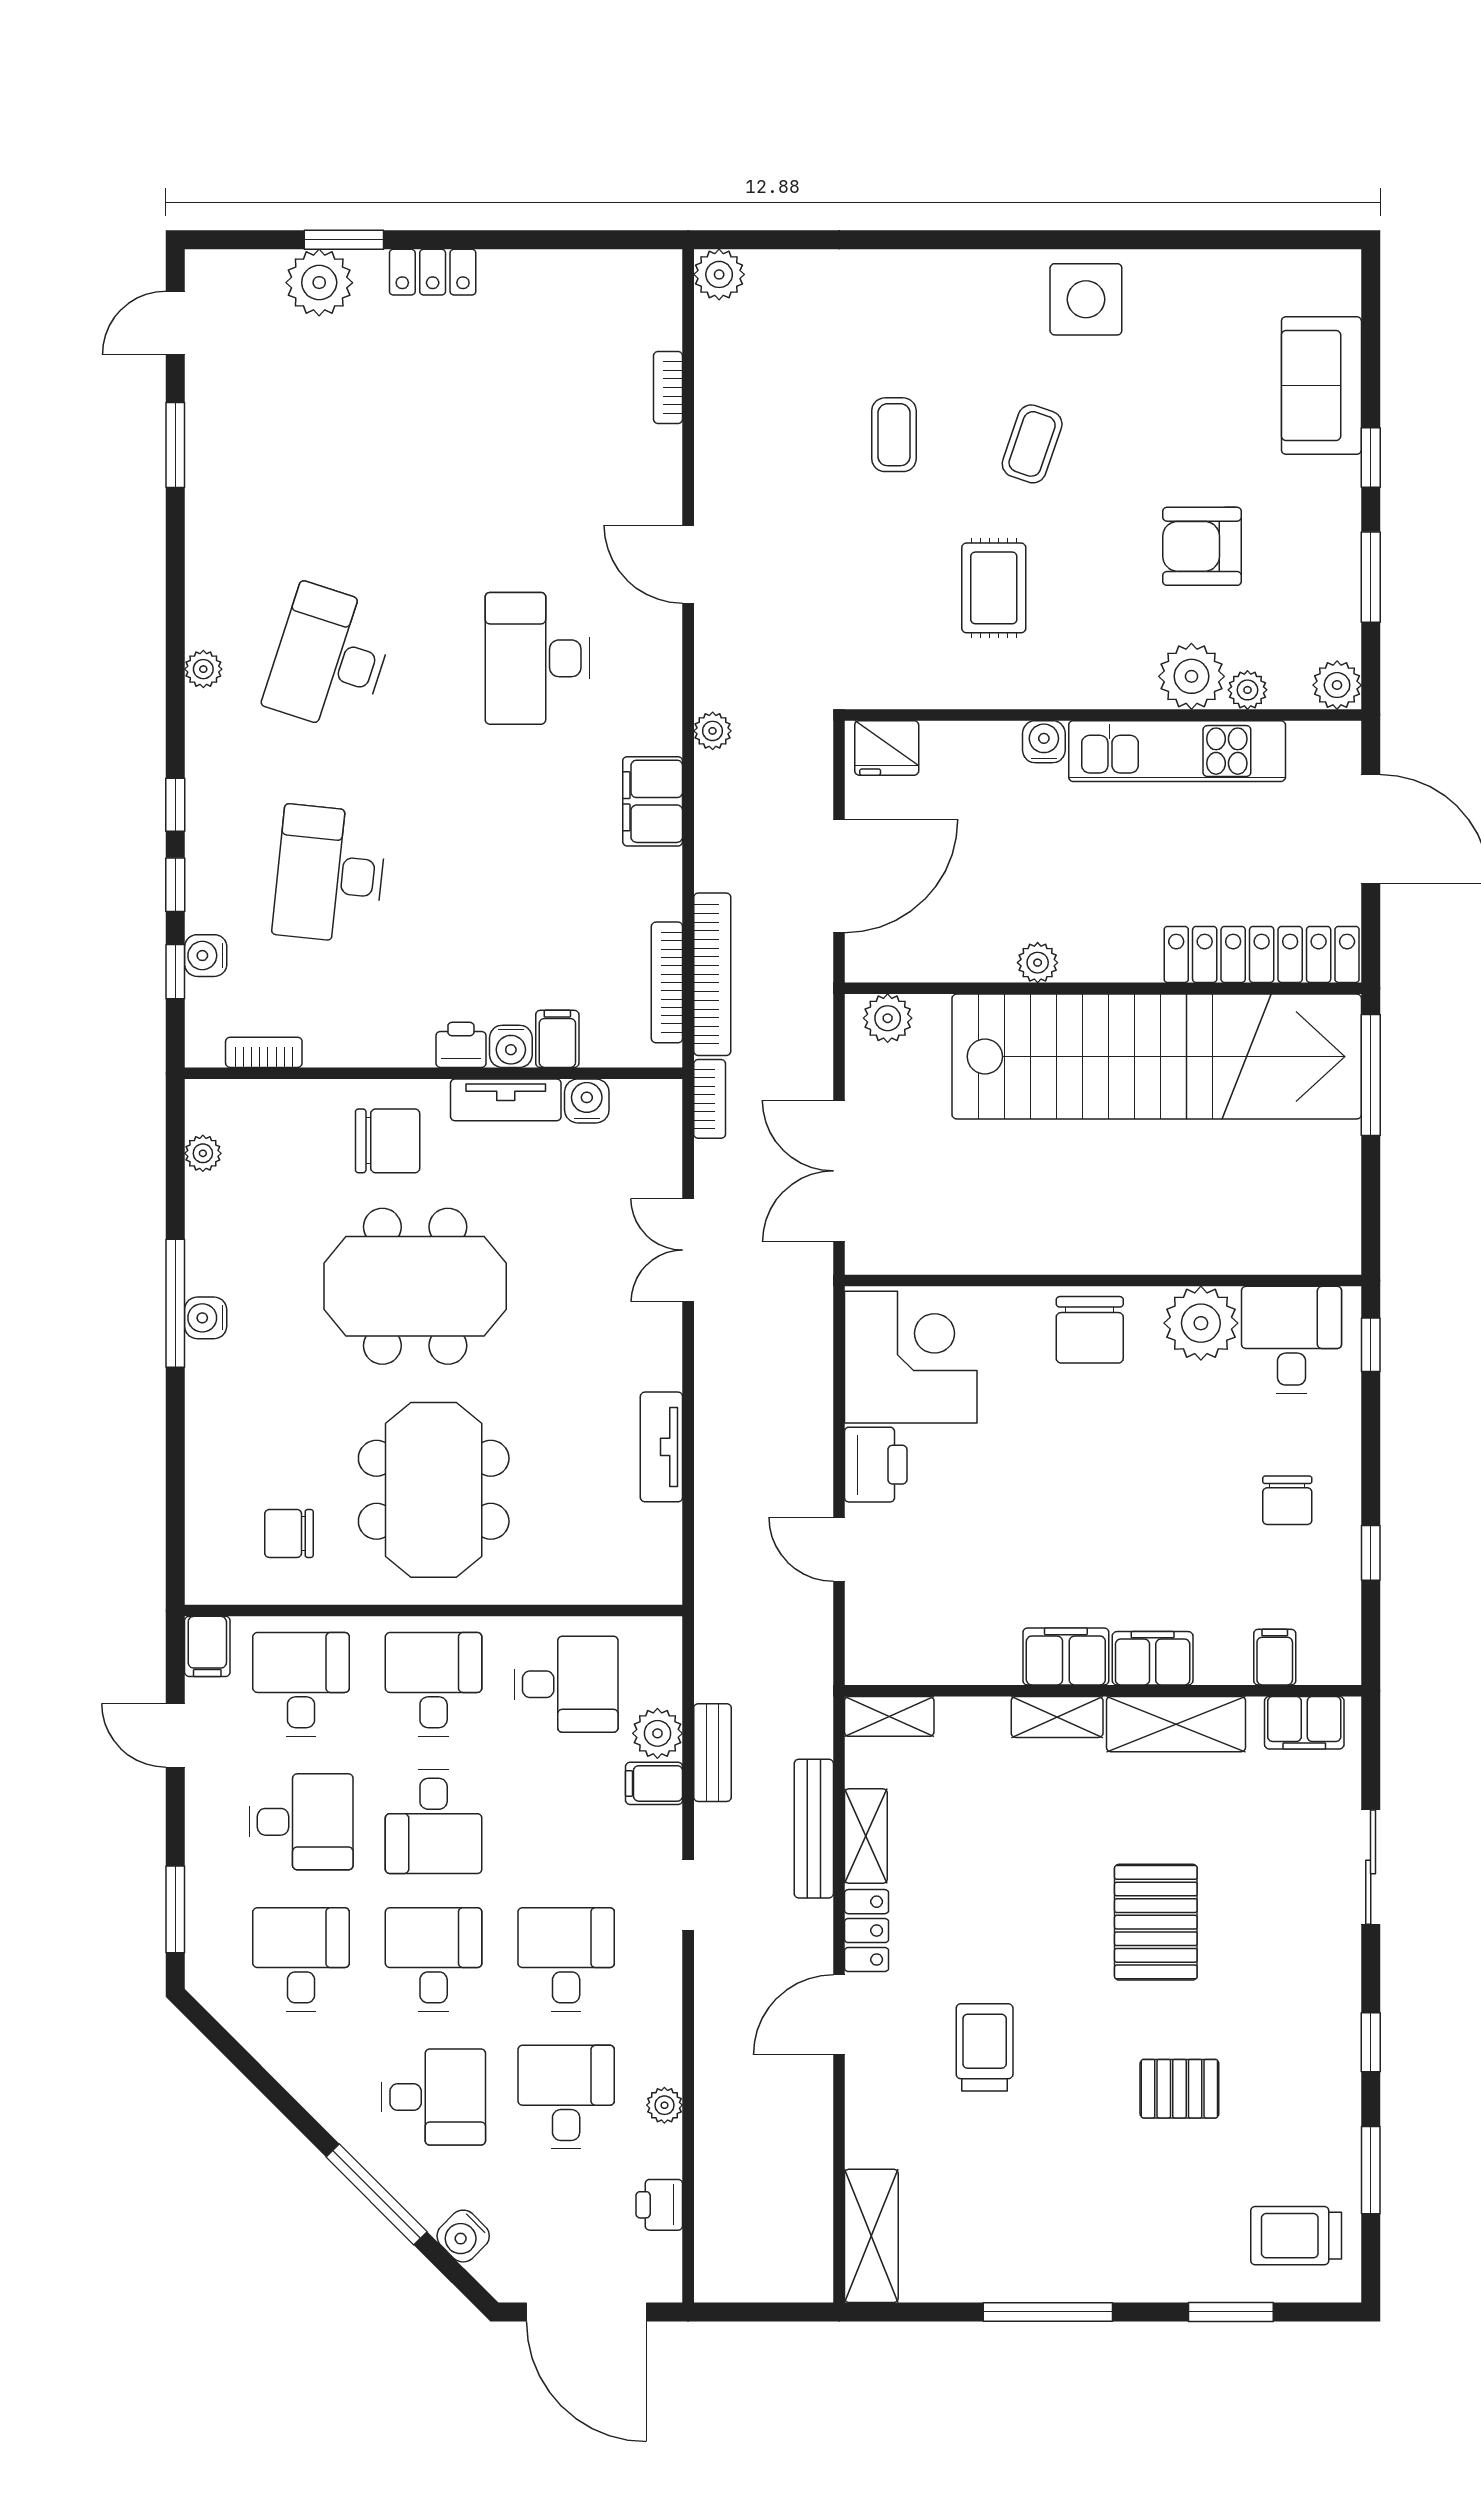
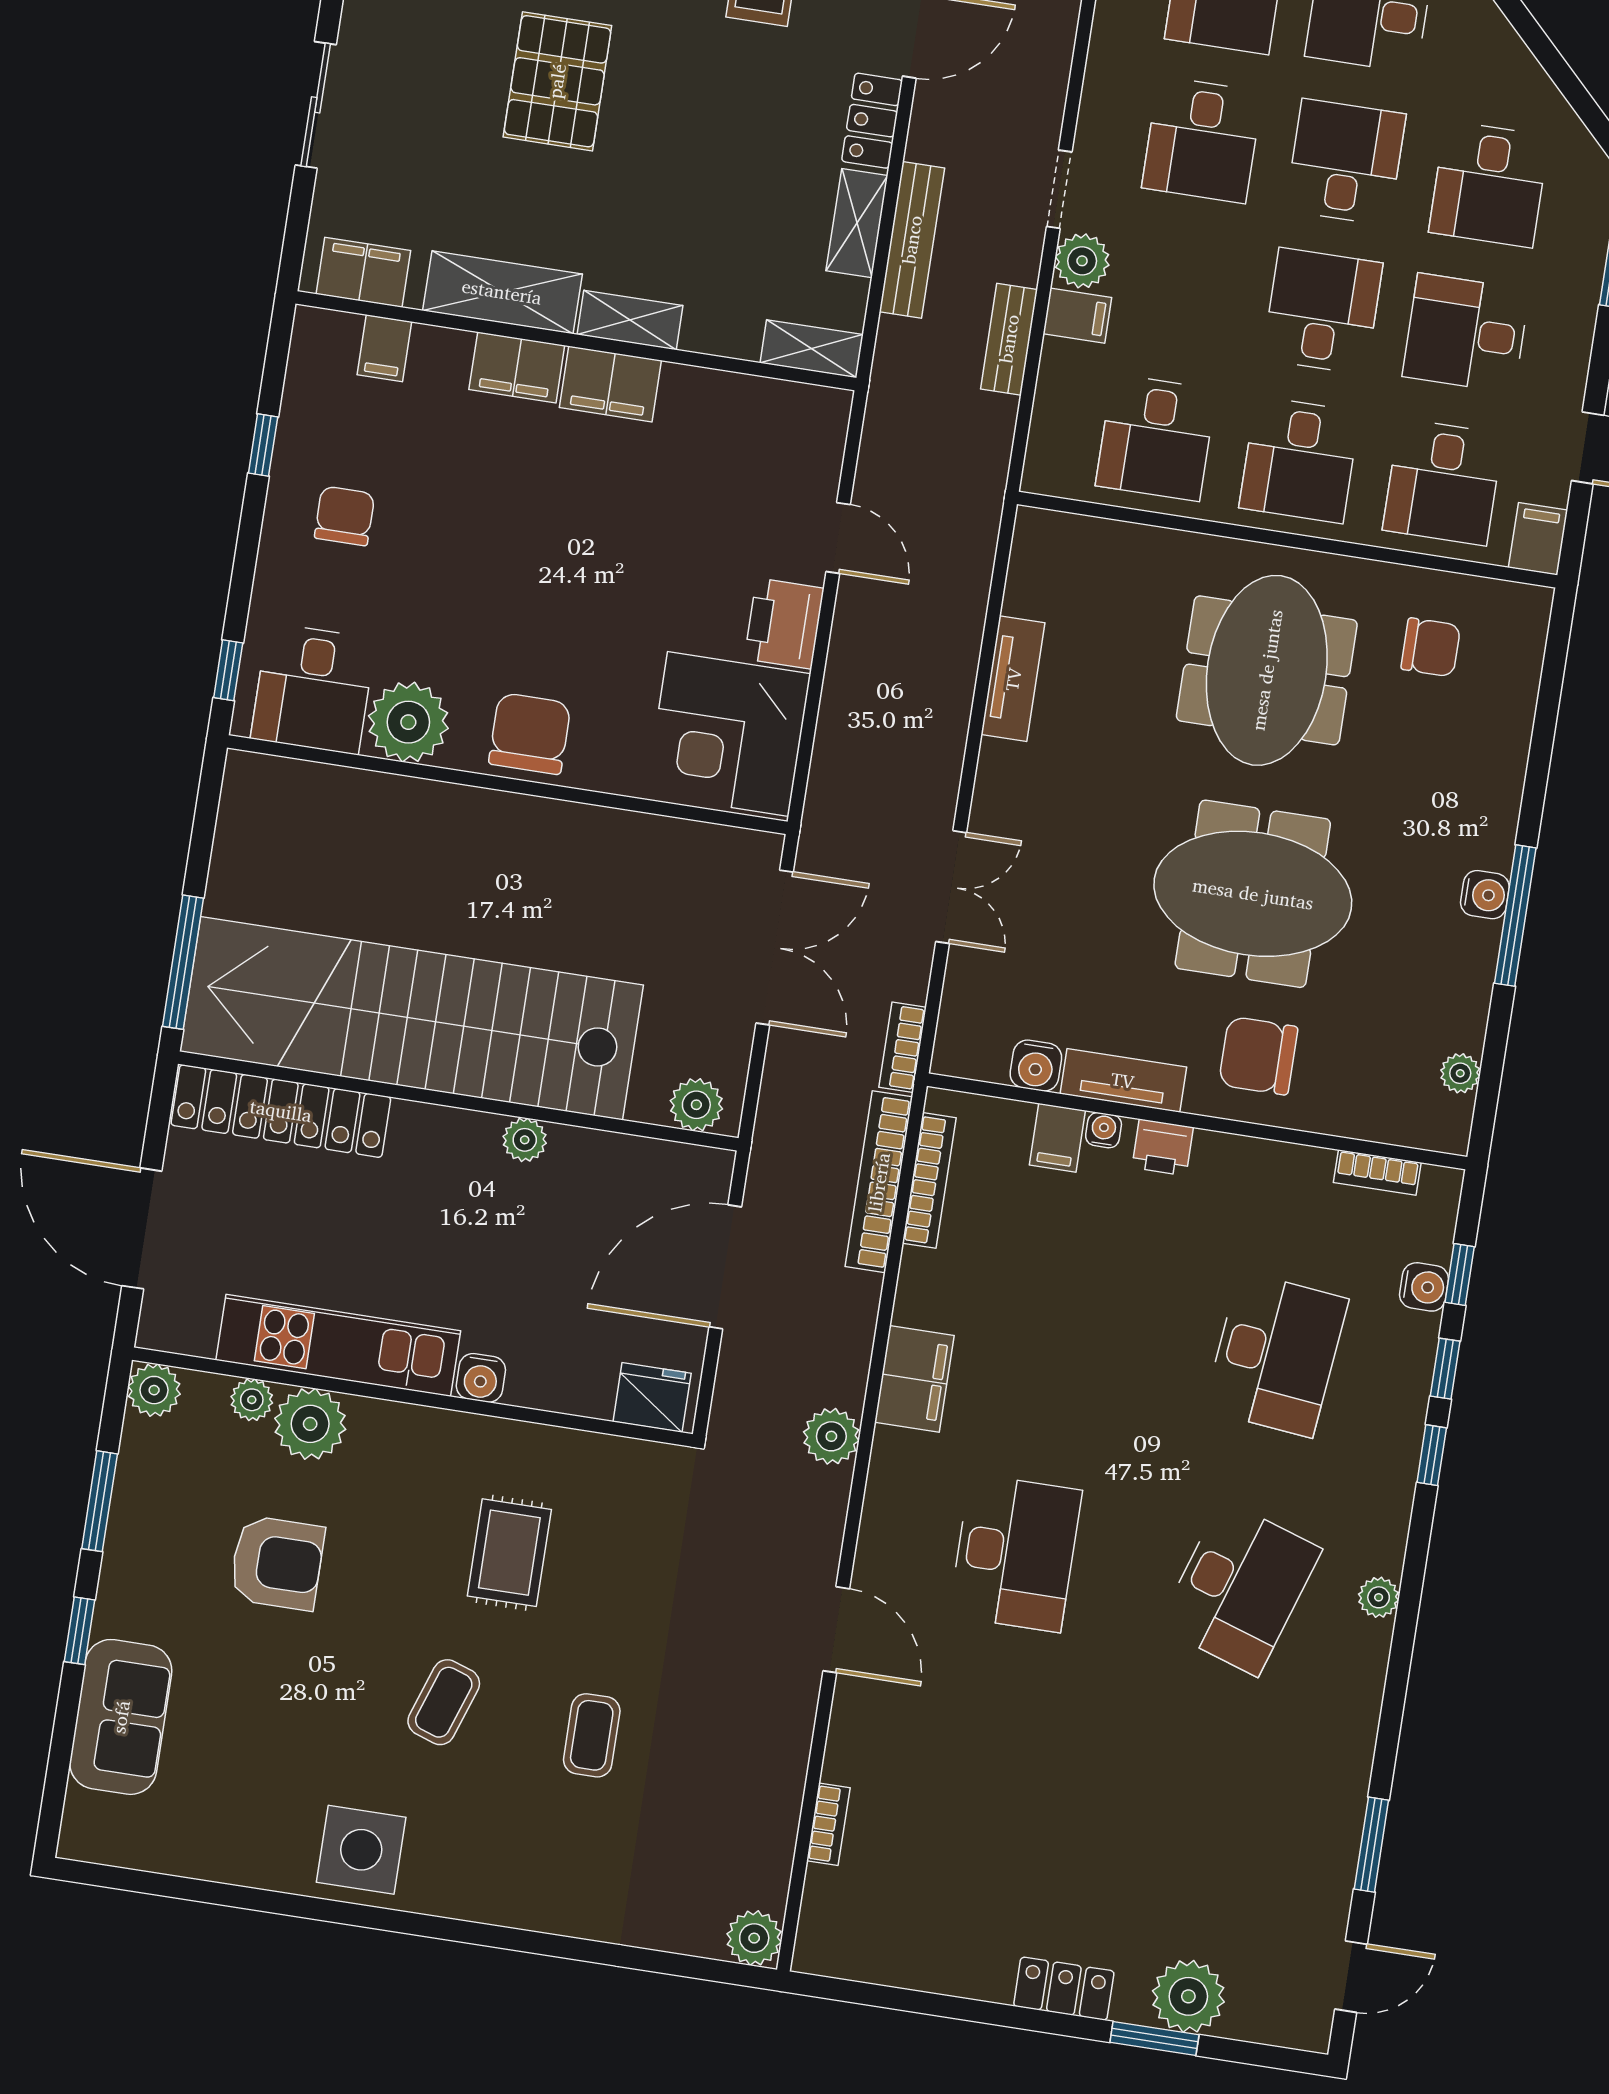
plant: (713, 731) -> (831, 1436), width x1.38, depth x1.38
water cooler: (511, 1046) -> (1104, 1130), width x0.72, depth x0.72
desk: (566, 1684) -> (1156, 438), turned -90
plant: (657, 1733) -> (1082, 261), moved
desk: (434, 1959) -> (1346, 162), turned 180

